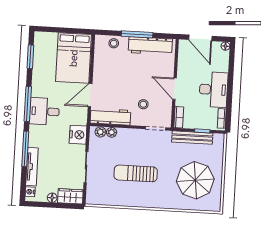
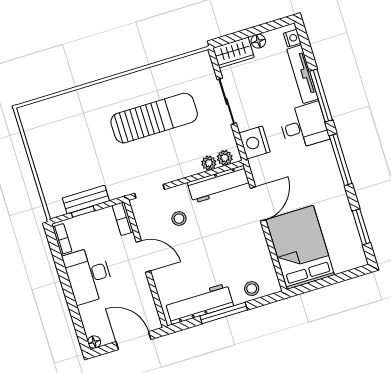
desk: (44, 111) -> (304, 126), moved
bench: (192, 138) -> (86, 200), width x0.73
sun lounger: (136, 173) -> (154, 118), width x1.36, depth x1.34
parasol: (195, 180) -> (67, 139), removed

